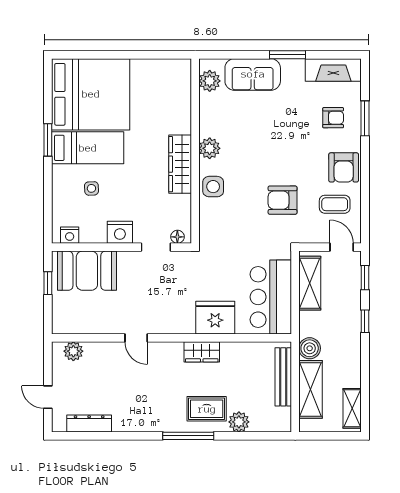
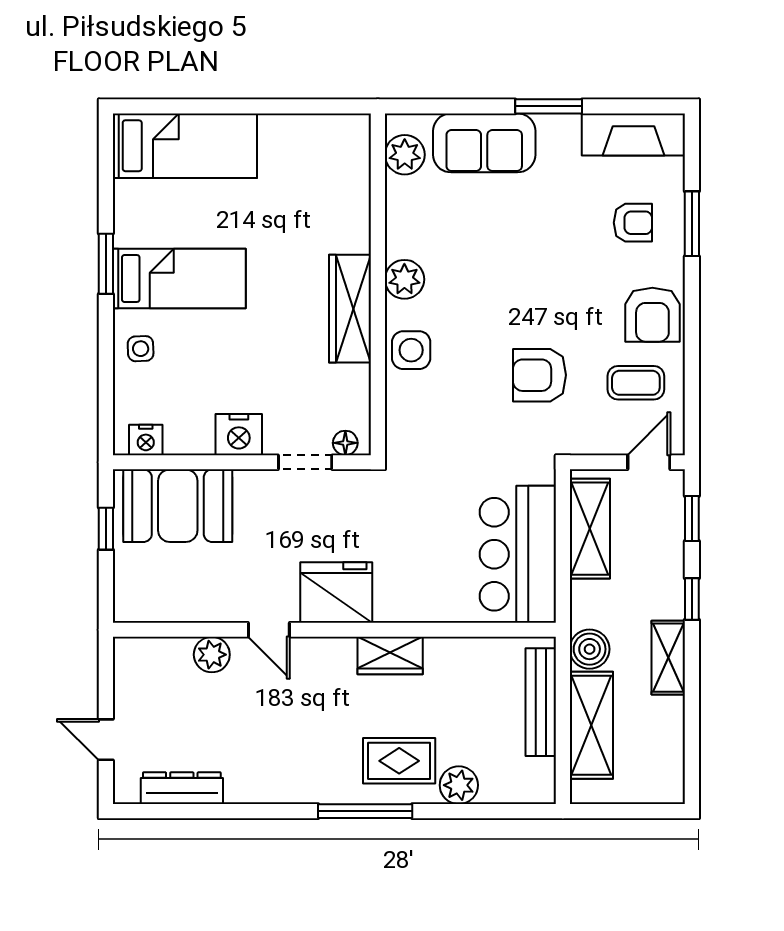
bed: (91, 94) -> (185, 146), width x0.49
side table: (91, 188) -> (141, 349), moved
door: (342, 247) -> (649, 462), hinge flipped
fridge: (215, 318) -> (336, 592), moved
plant: (73, 351) -> (212, 655), moved
shelving: (352, 408) -> (668, 658), moved

